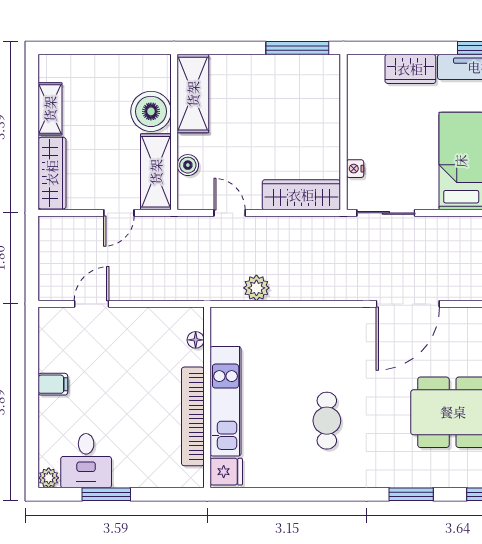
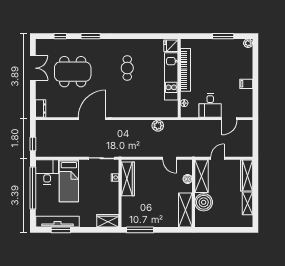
wardrobe: (410, 69) -> (108, 221), moved
wardrobe: (301, 195) -> (128, 179), moved, turned -90
desk: (86, 461) -> (210, 106), moved, turned 180

